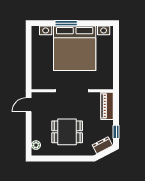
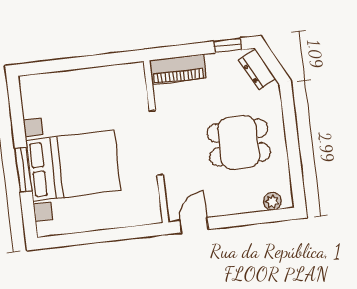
bed with nightstands: (75, 48) -> (73, 165), width x0.73
door: (29, 105) -> (194, 225), swing flipped
dining table: (67, 132) -> (239, 143), turned 90

